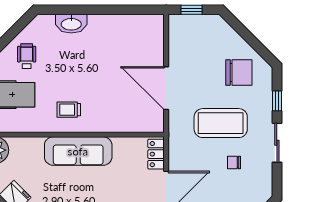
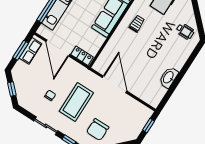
washbasin: (71, 24) -> (169, 77), moved
wheelchair: (27, 56) -> (185, 31), moved
door: (166, 88) -> (115, 84), hinge flipped

